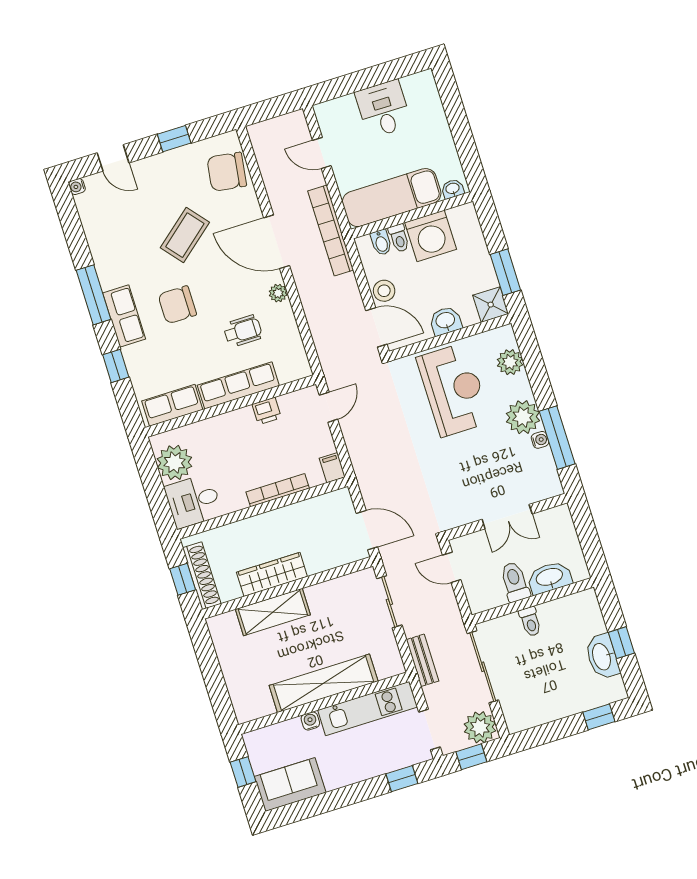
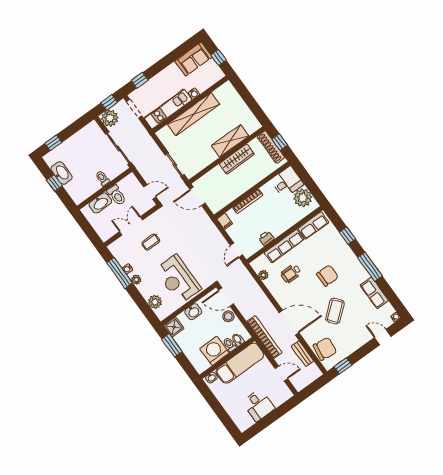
window: (174, 139) -> (343, 366), moved
plant: (278, 293) -> (263, 275), moved
row of seats: (124, 316) -> (374, 293), moved
plant: (523, 417) -> (136, 280), width x0.53, depth x0.53
coffee table: (481, 475) -> (151, 242), added
bench: (422, 660) -> (302, 354), moved

